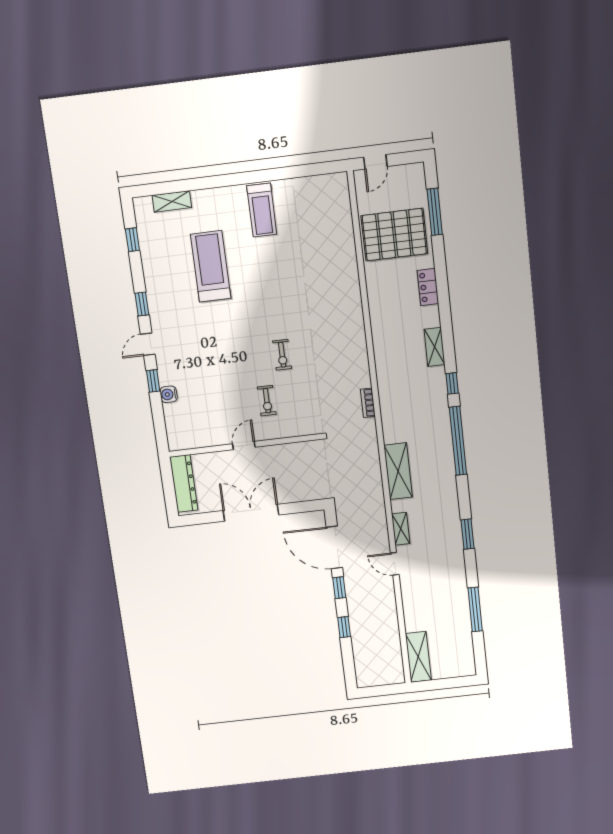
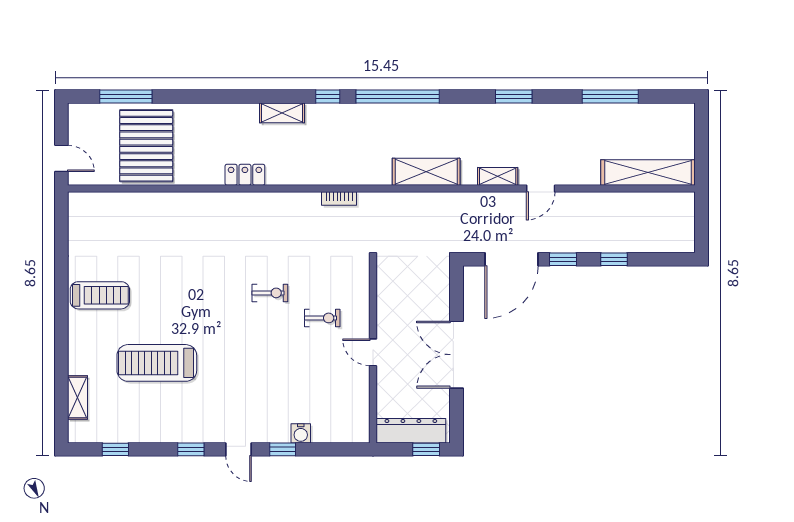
locker: (428, 287) -> (245, 175), moved, turned 180
window: (170, 498) -> (426, 449), added
shelving: (418, 657) -> (648, 172), width x1.47

